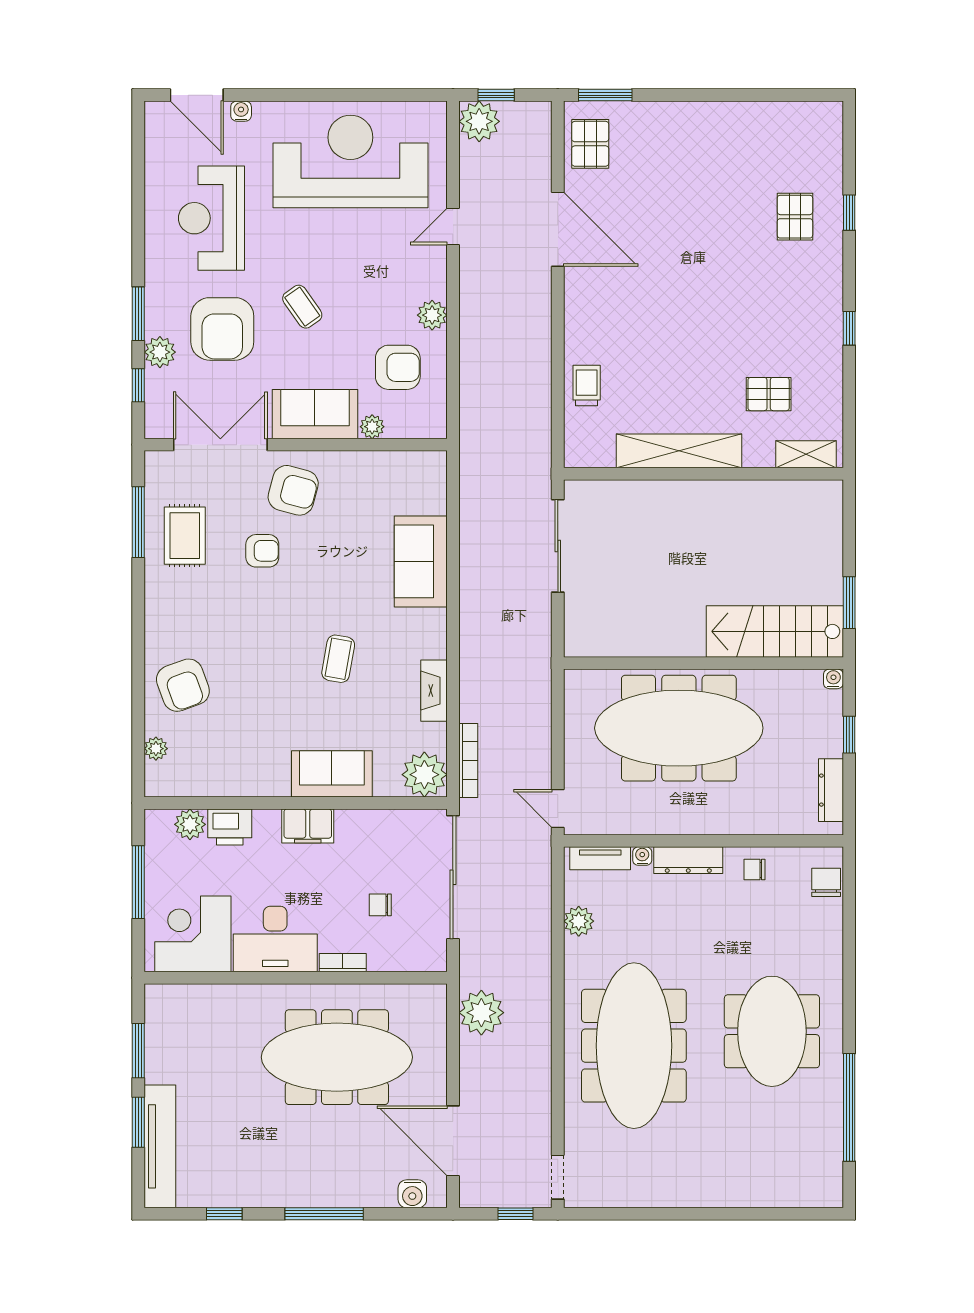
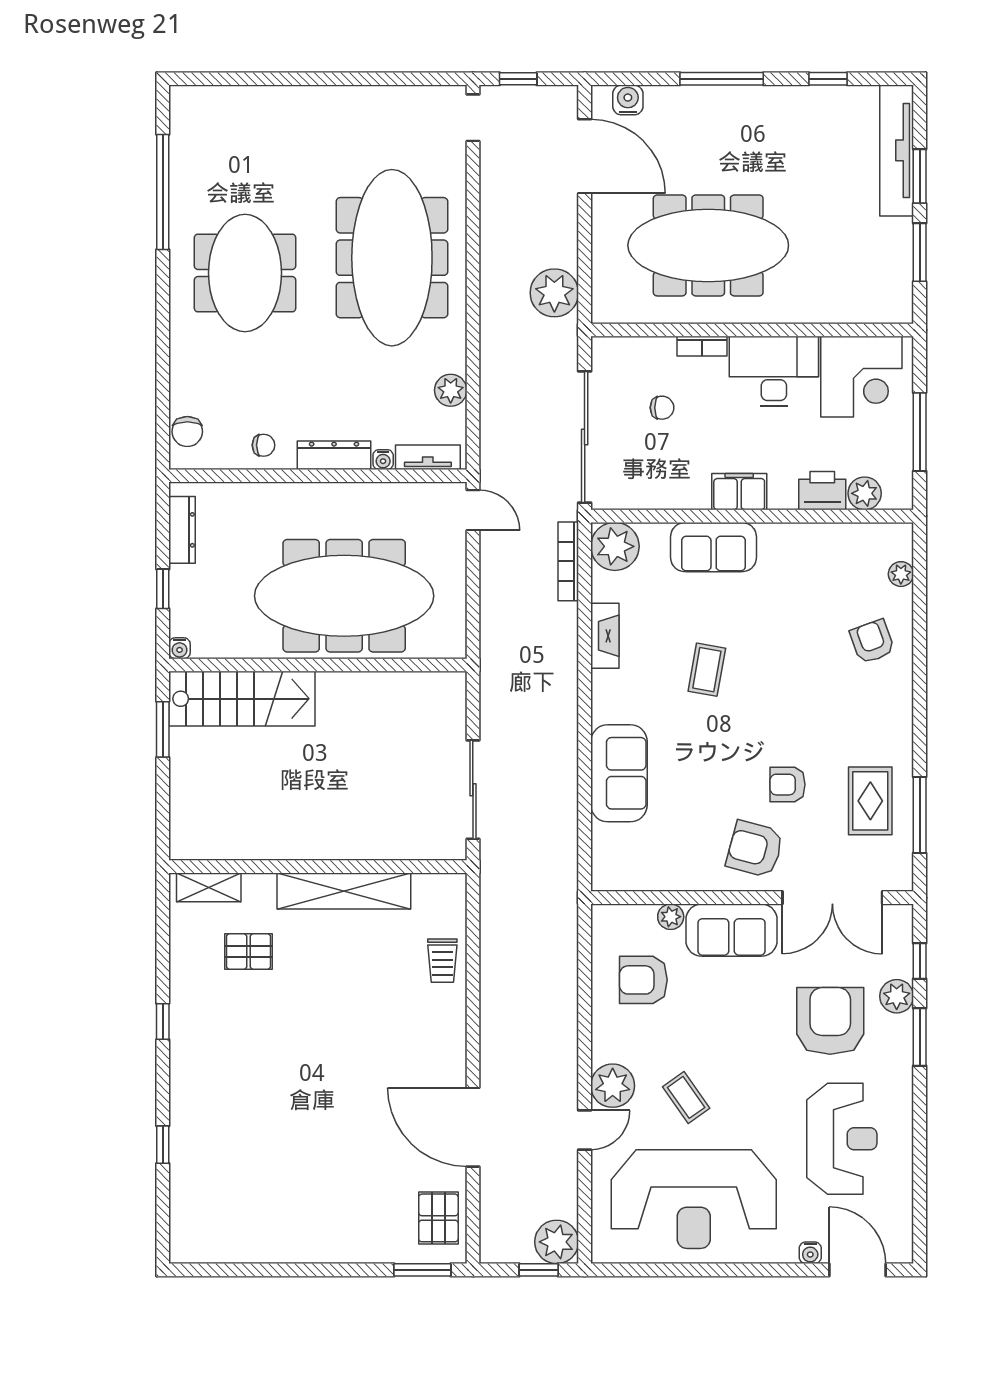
pallet: (795, 217) -> (220, 1140), removed
coffee table: (302, 307) -> (686, 1097), moved
plant: (432, 315) -> (613, 1086), moved, width x1.36, depth x1.36
armchair: (183, 685) -> (872, 642), width x0.72, depth x0.72

